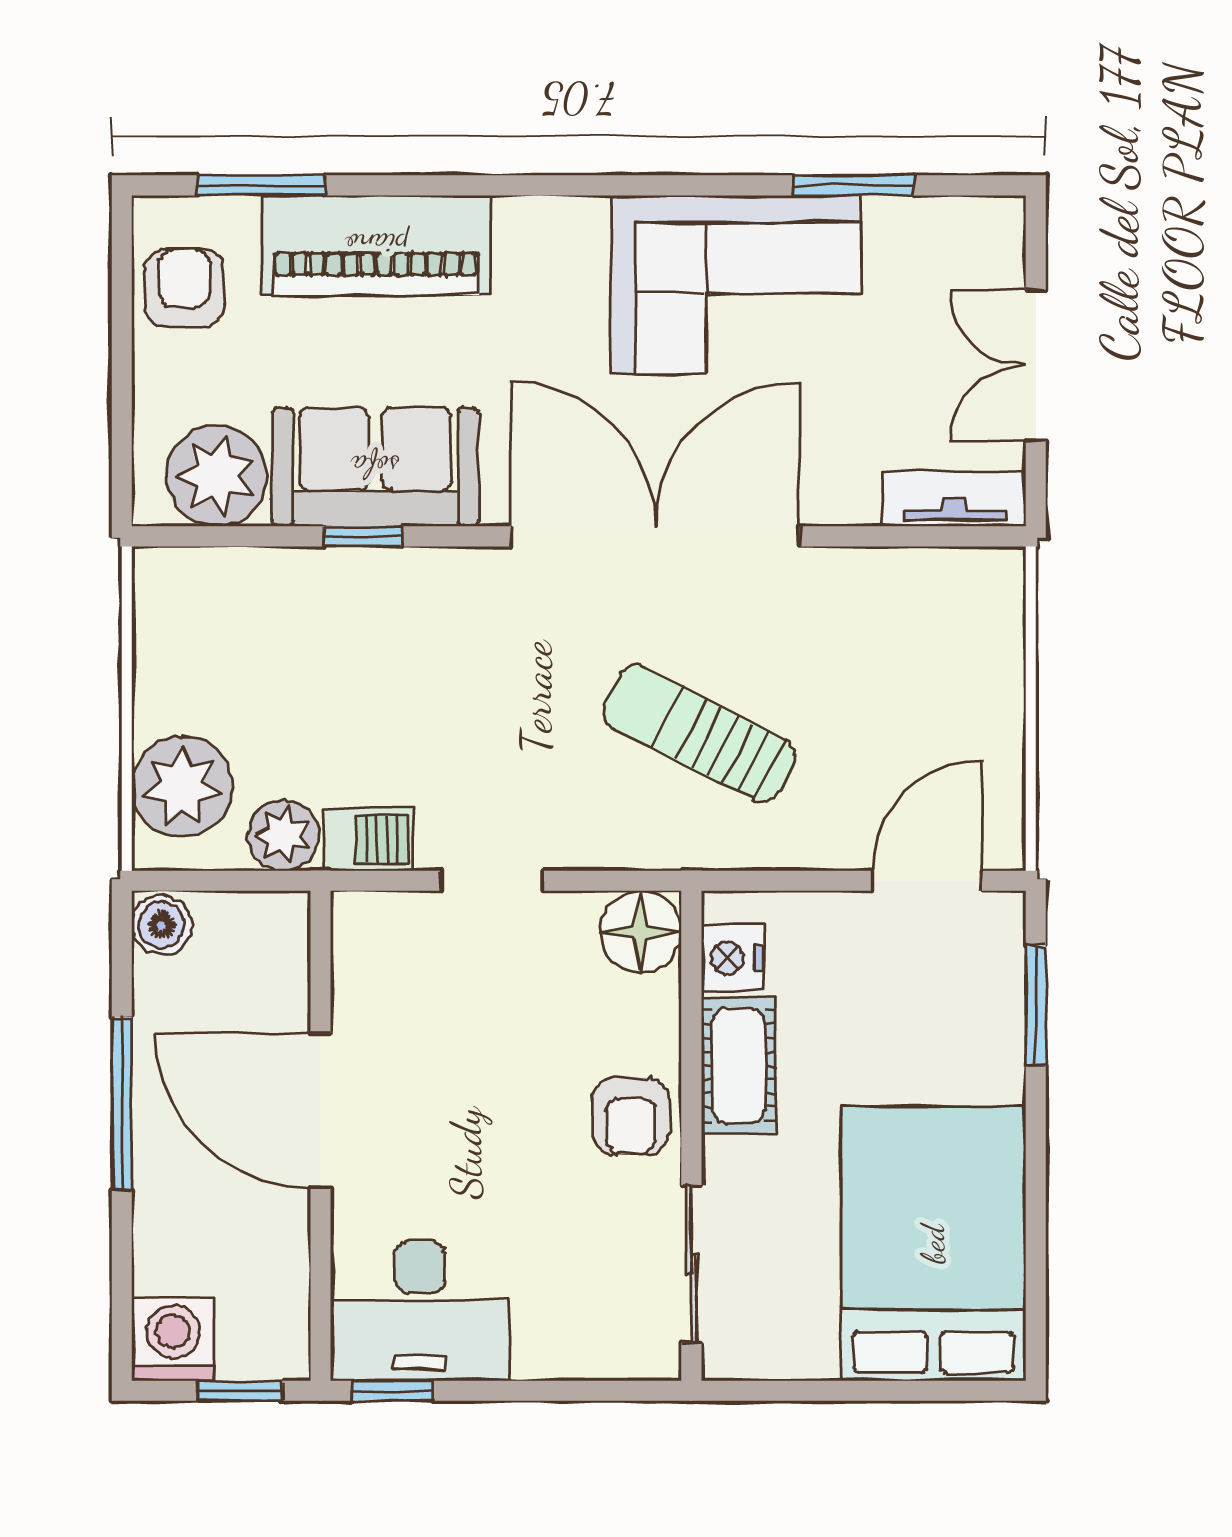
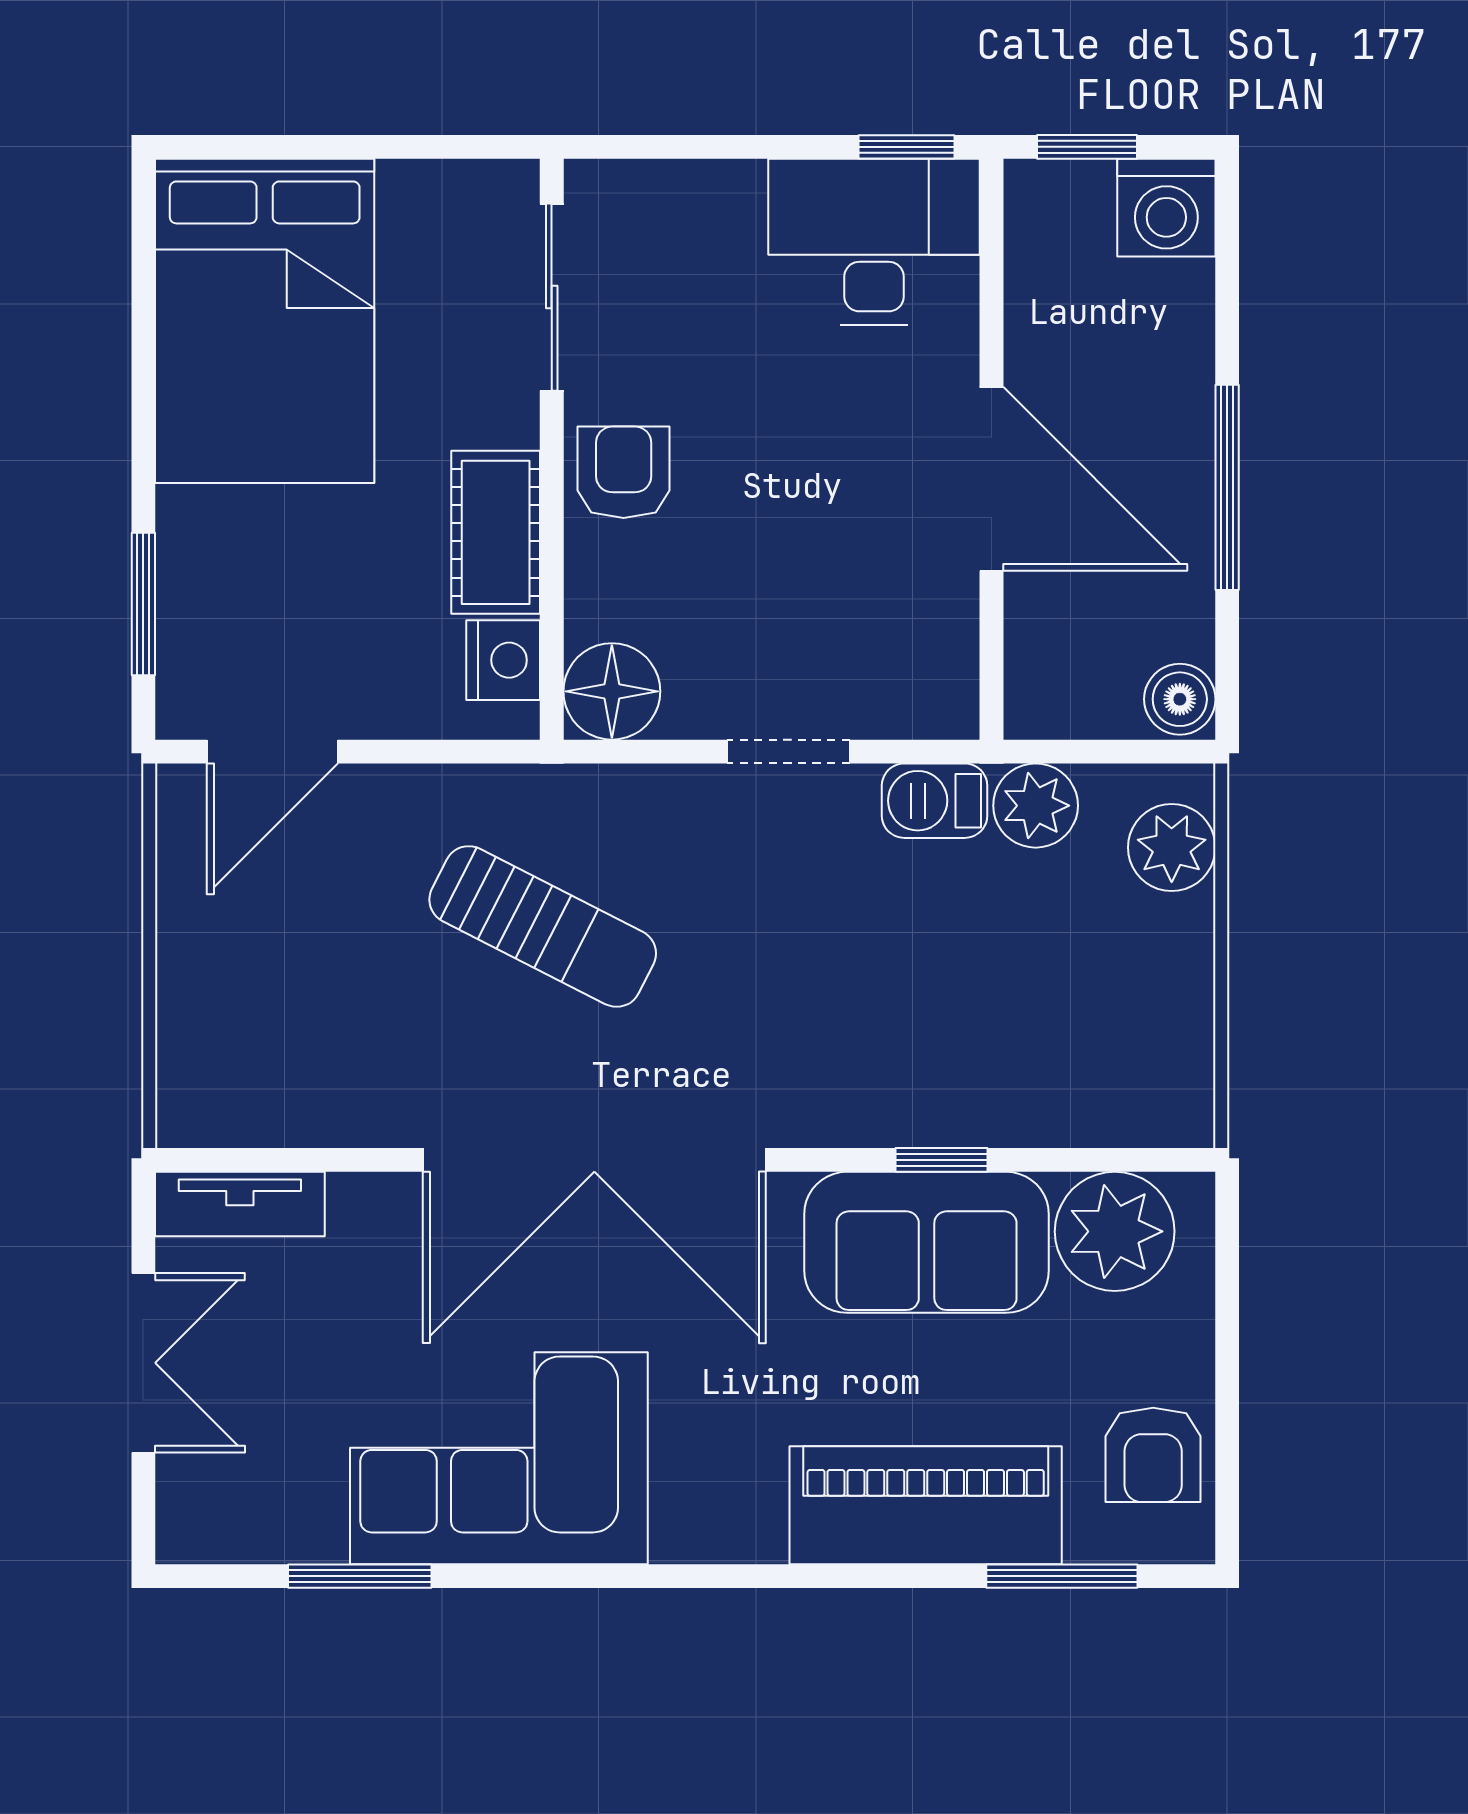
plant: (182, 786) -> (1172, 847), width x0.73, depth x0.73

